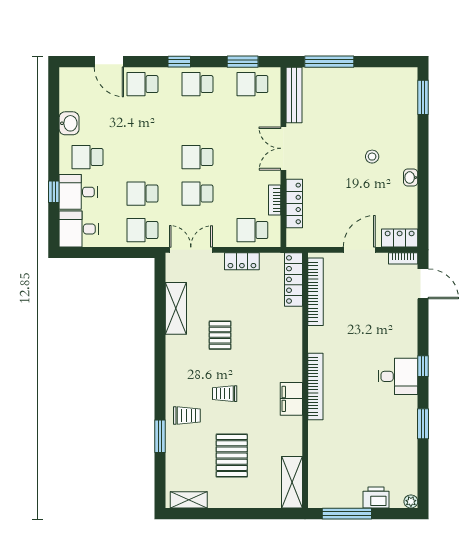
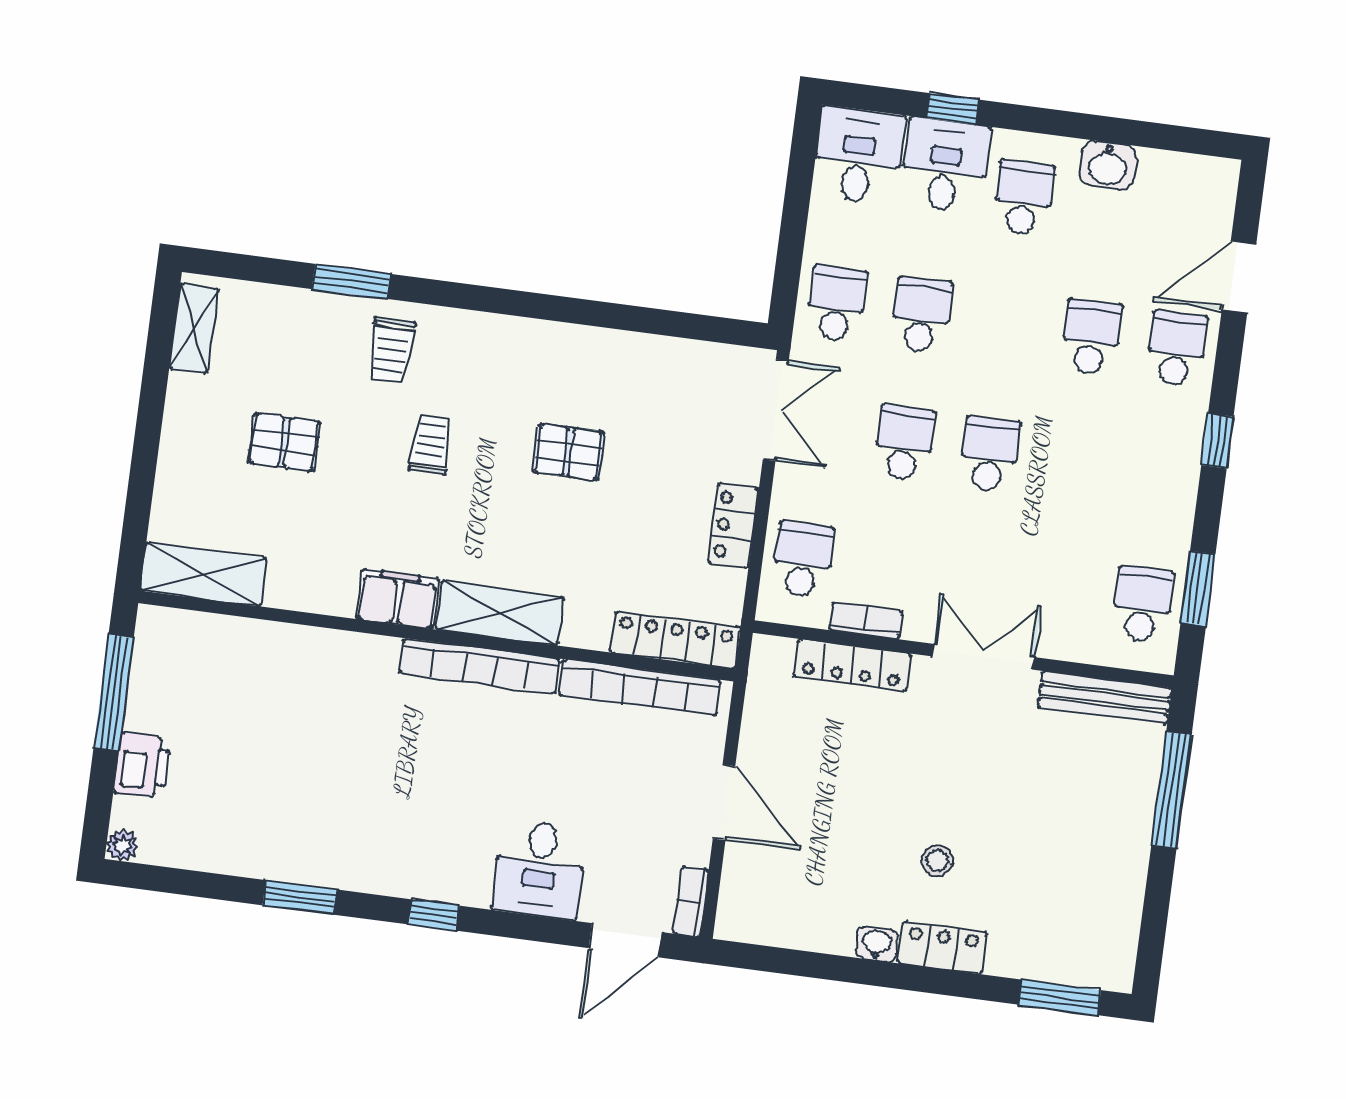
school desk: (197, 84) -> (1091, 337), moved
locker: (400, 238) -> (943, 948), moved, turned -90
shelving: (176, 308) -> (500, 613), moved
desk: (398, 376) -> (539, 869), moved
bookcase: (315, 386) -> (480, 666), moved
pallet: (232, 456) -> (284, 442), width x0.67, depth x0.71

